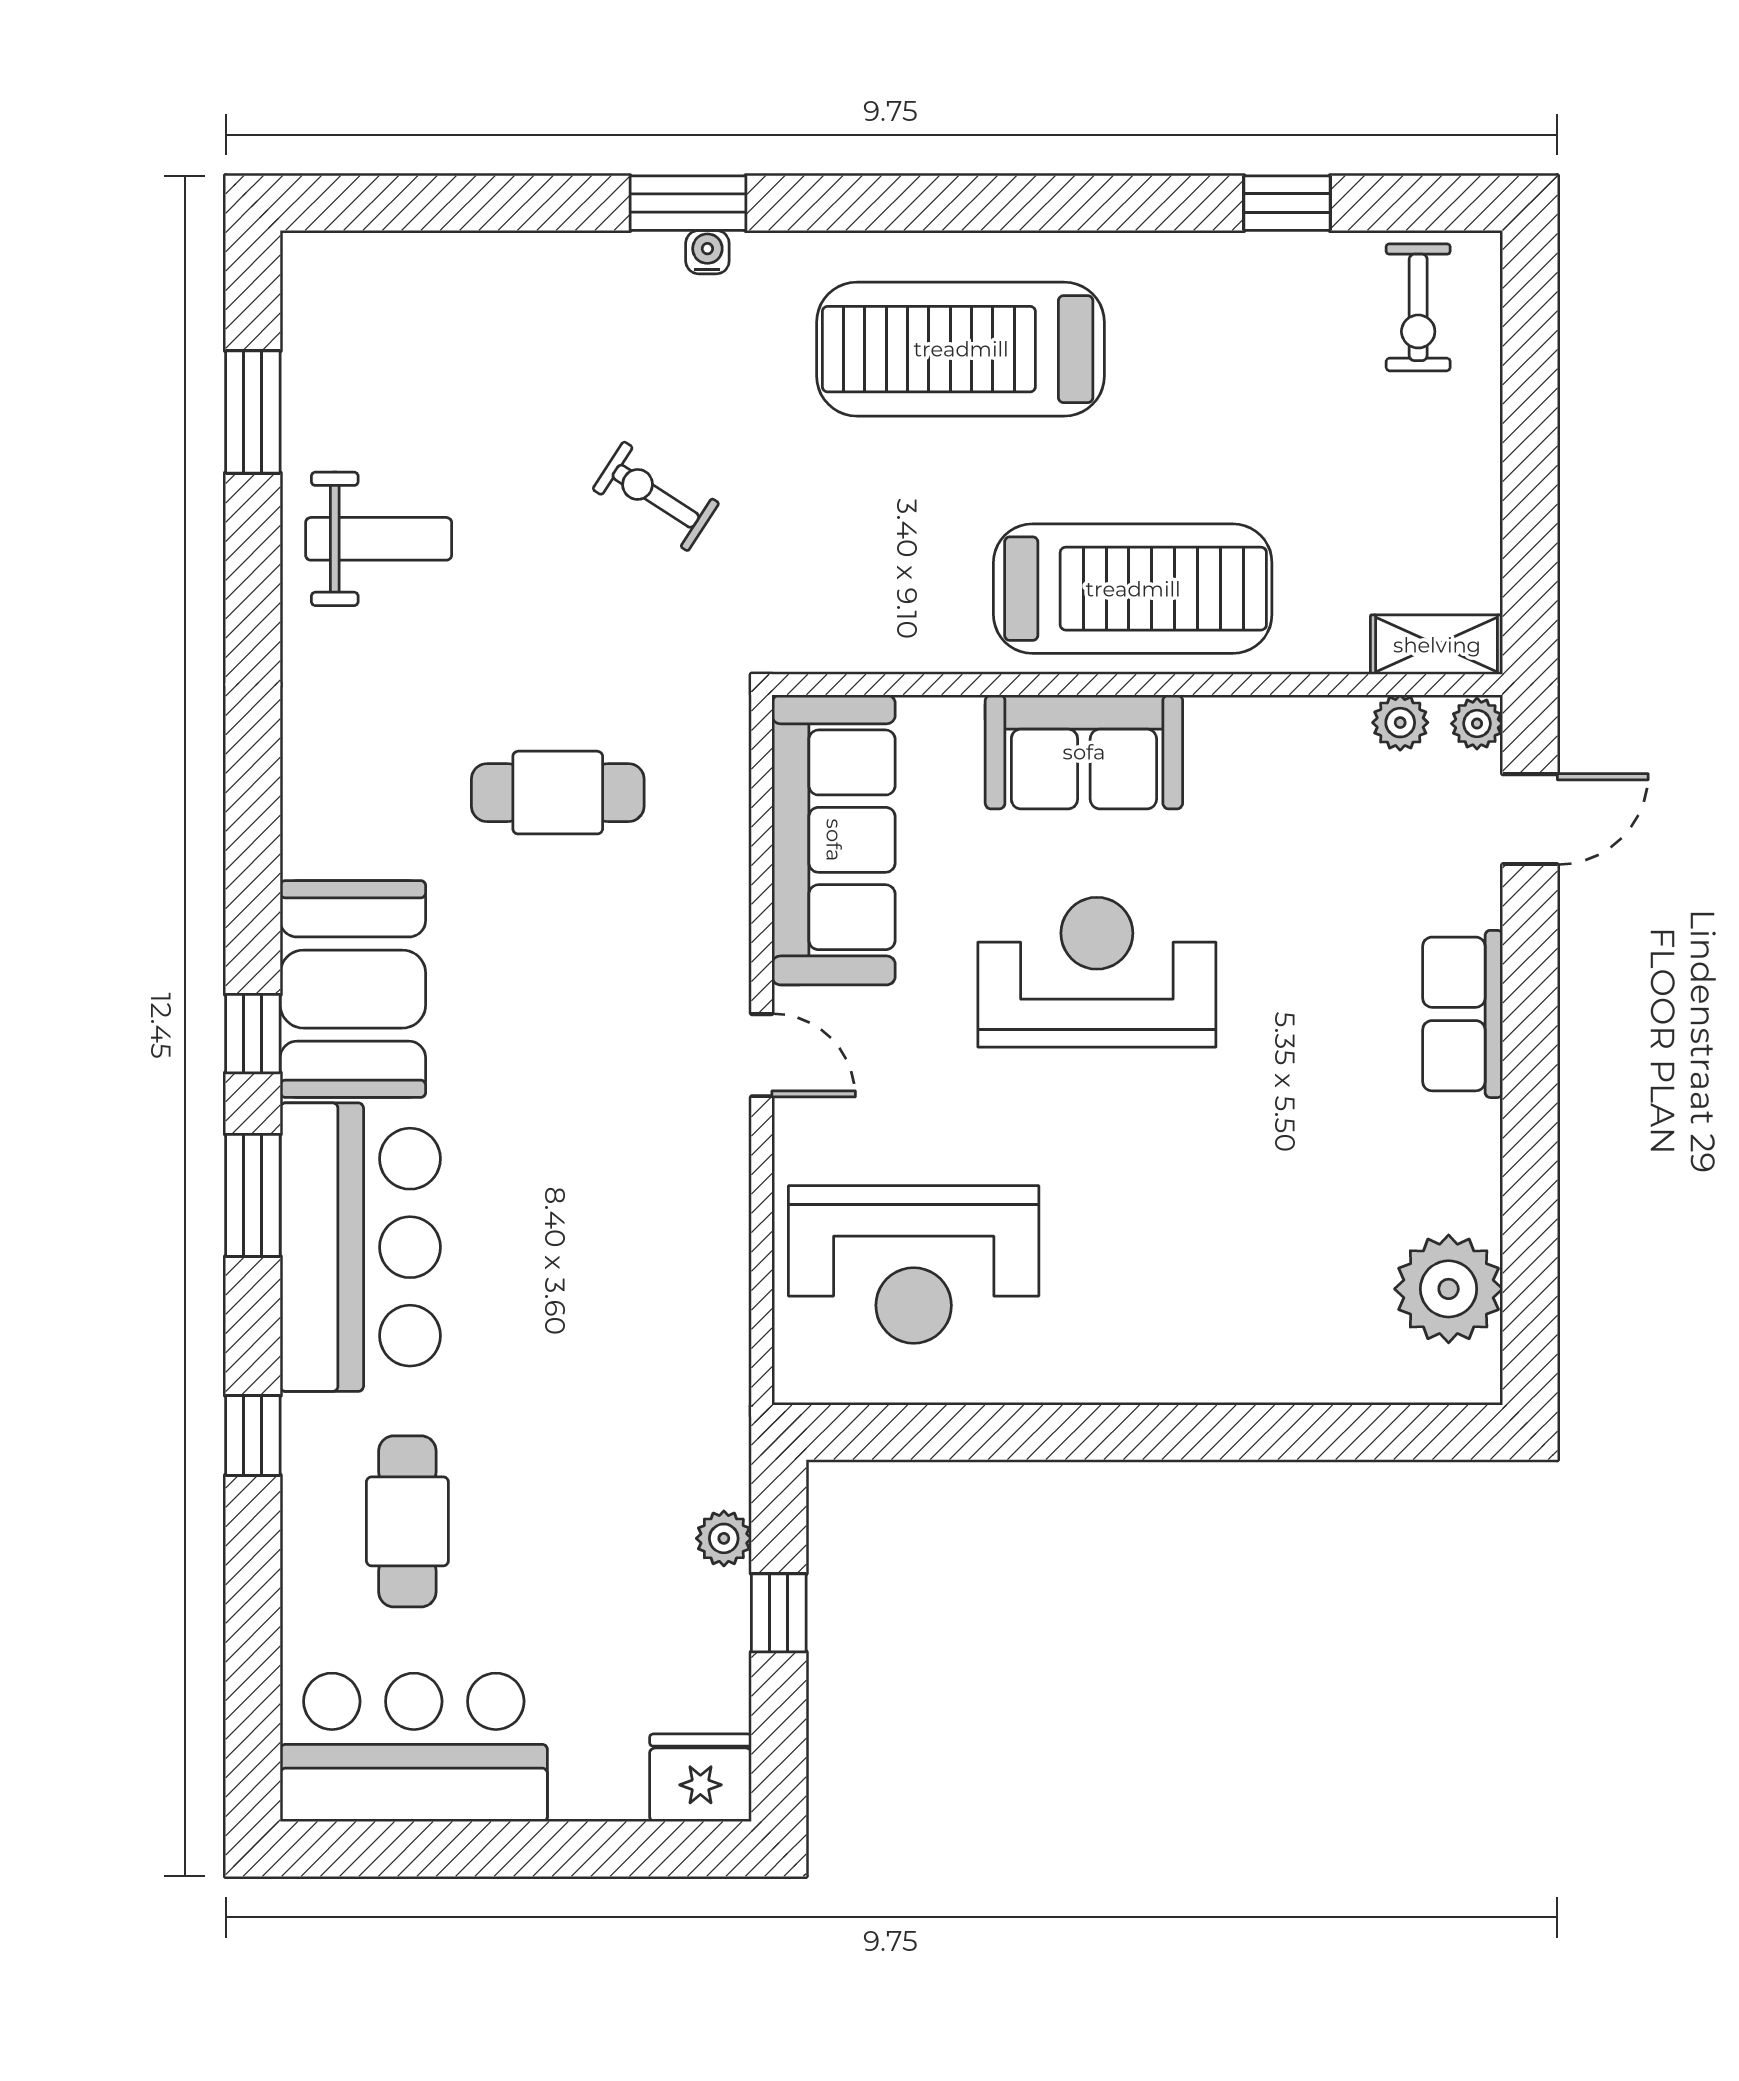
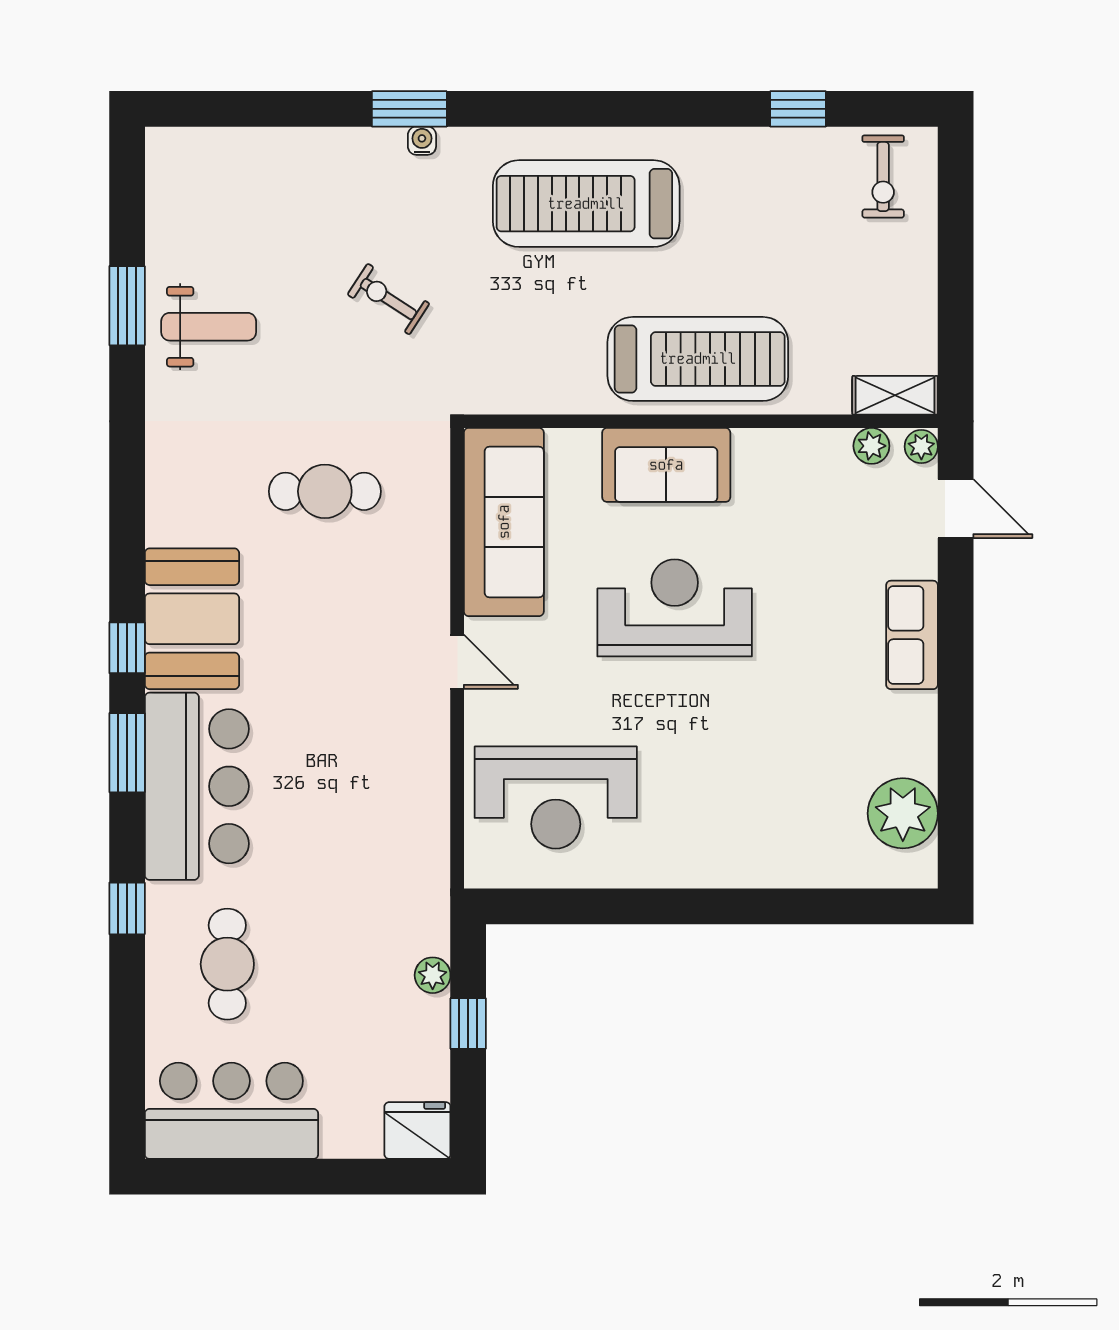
window: (253, 412) -> (127, 306), moved
door: (1530, 819) -> (956, 509), hinge flipped

